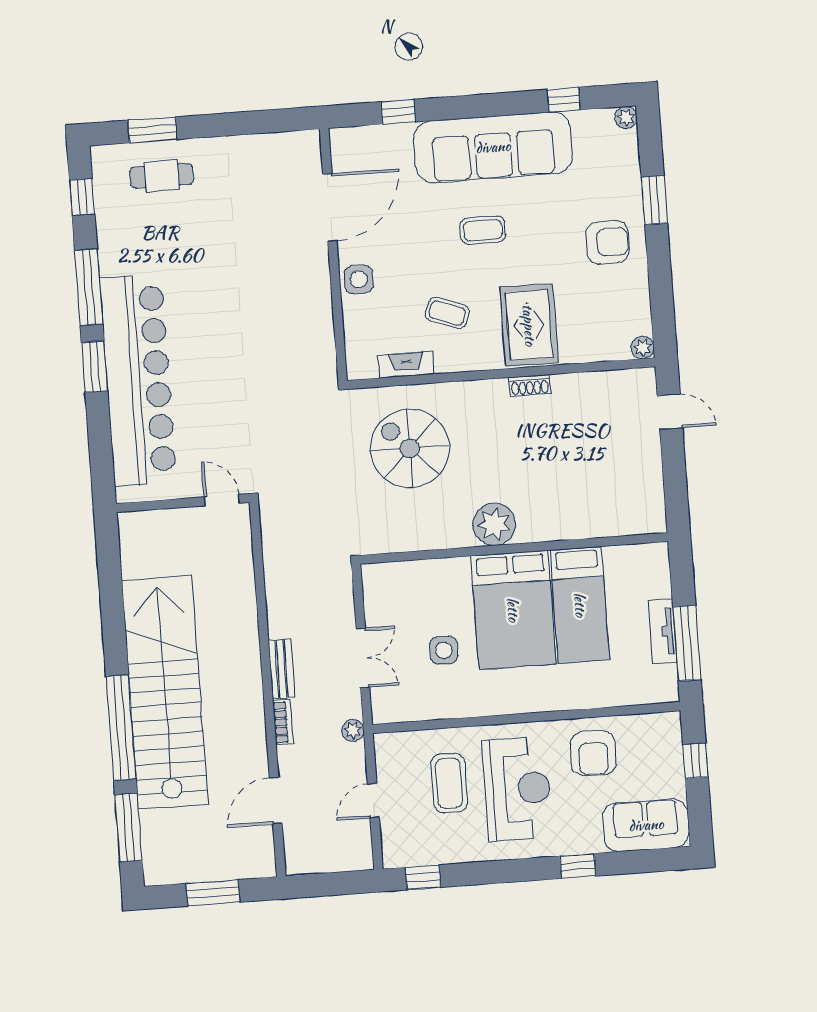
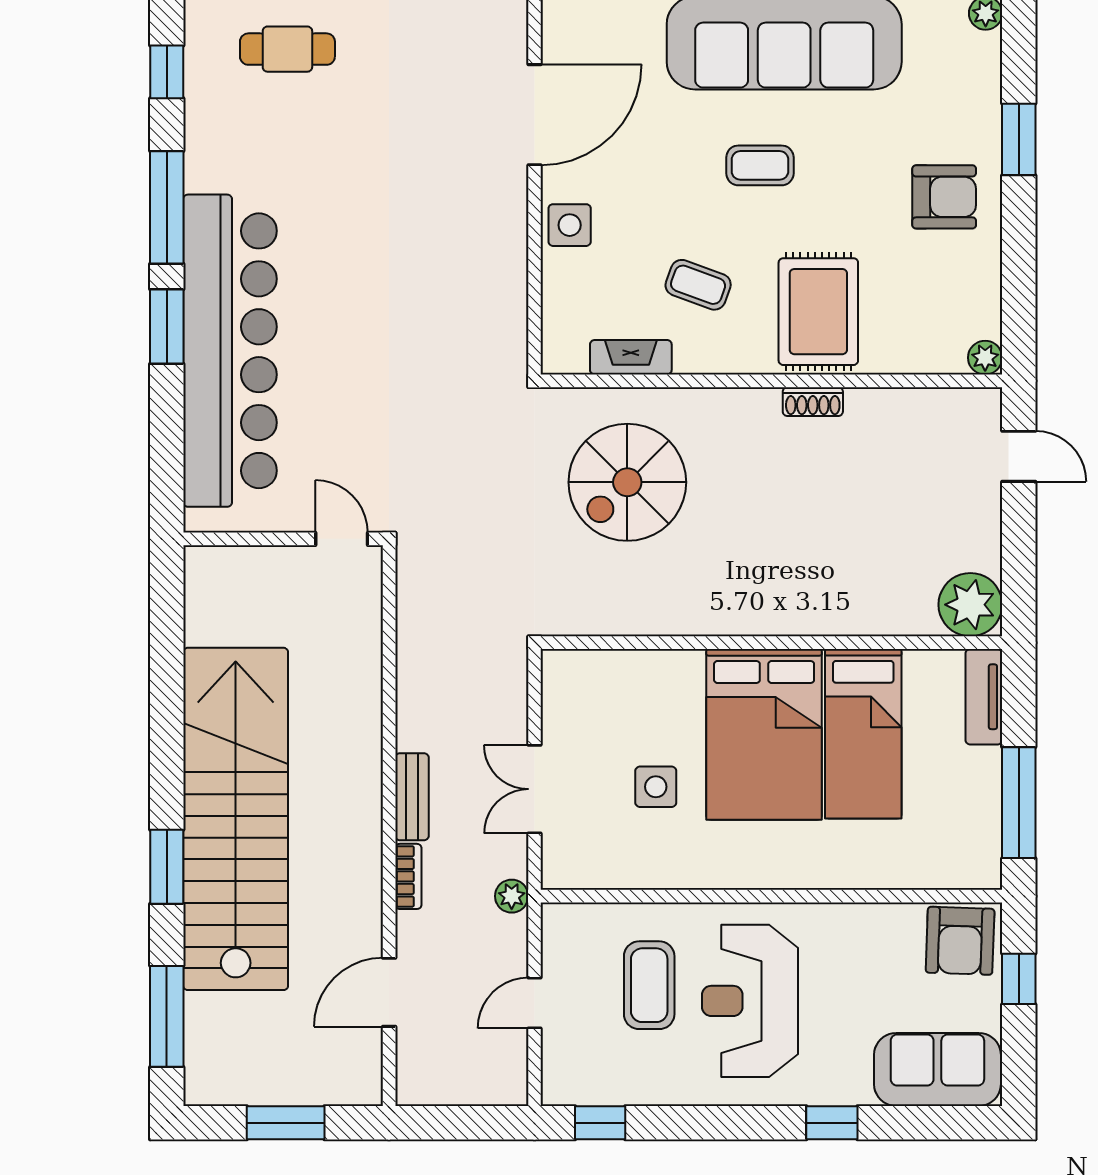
spiral stairs: (410, 448) -> (627, 482), turned -90
plant: (494, 524) -> (970, 605), moved
tv unit: (663, 631) -> (984, 697), moved
double door: (363, 658) -> (535, 789), swing flipped
window: (121, 728) -> (167, 867), width x0.47
armchair: (593, 753) -> (960, 941), moved
reception desk: (517, 789) -> (750, 1001), turned 180

